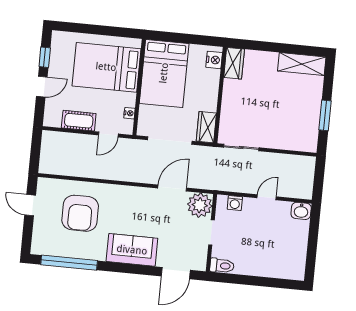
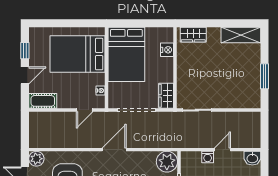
nightstand: (214, 60) -> (167, 50), moved
wardrobe: (234, 63) -> (193, 35), moved, turned 90
cot: (79, 121) -> (43, 101), moved
plant: (46, 186) -> (36, 159), added
door: (172, 188) -> (114, 150), moved
washing machine: (235, 203) -> (208, 157), moved

